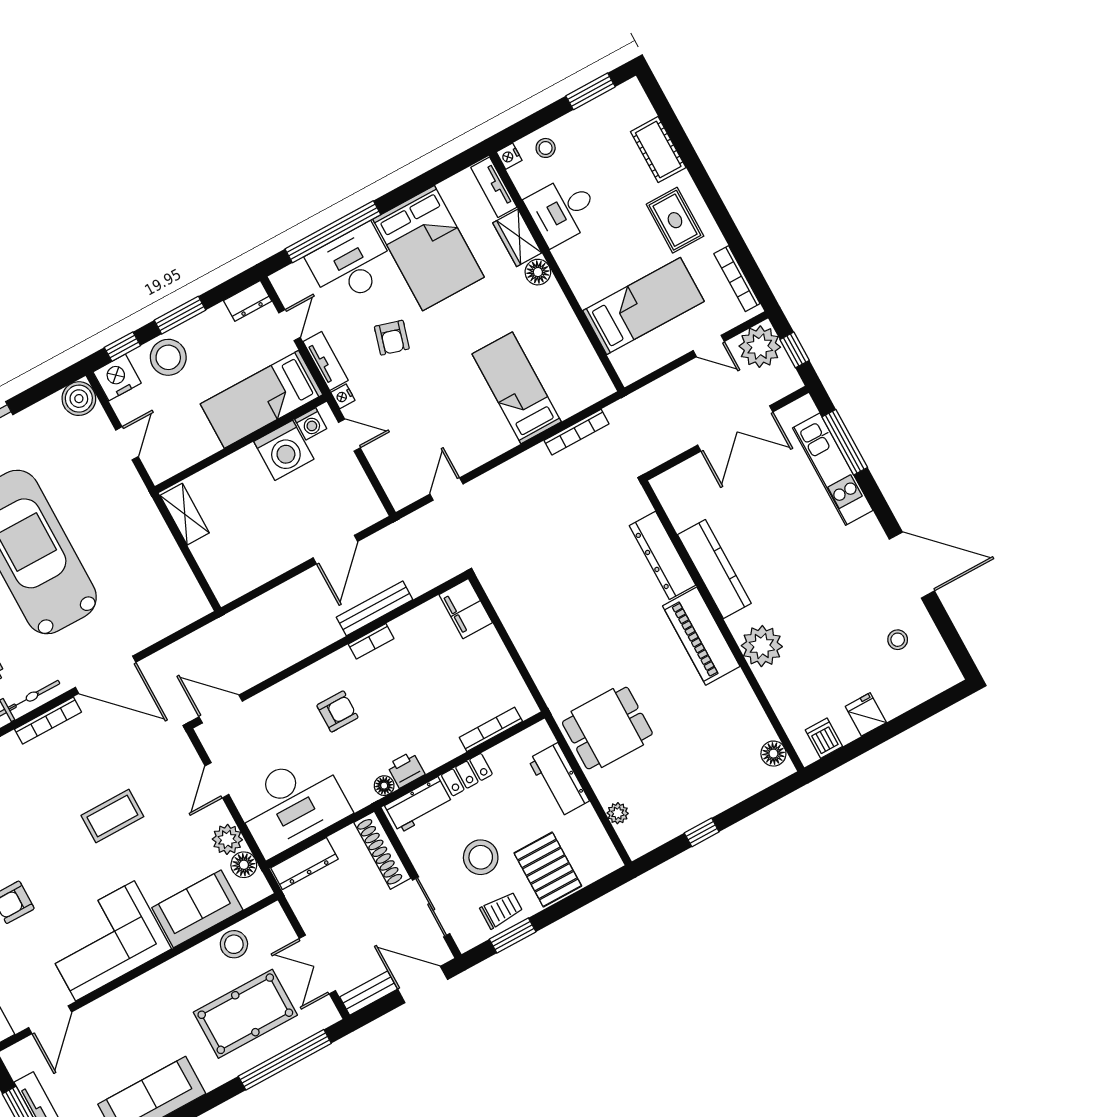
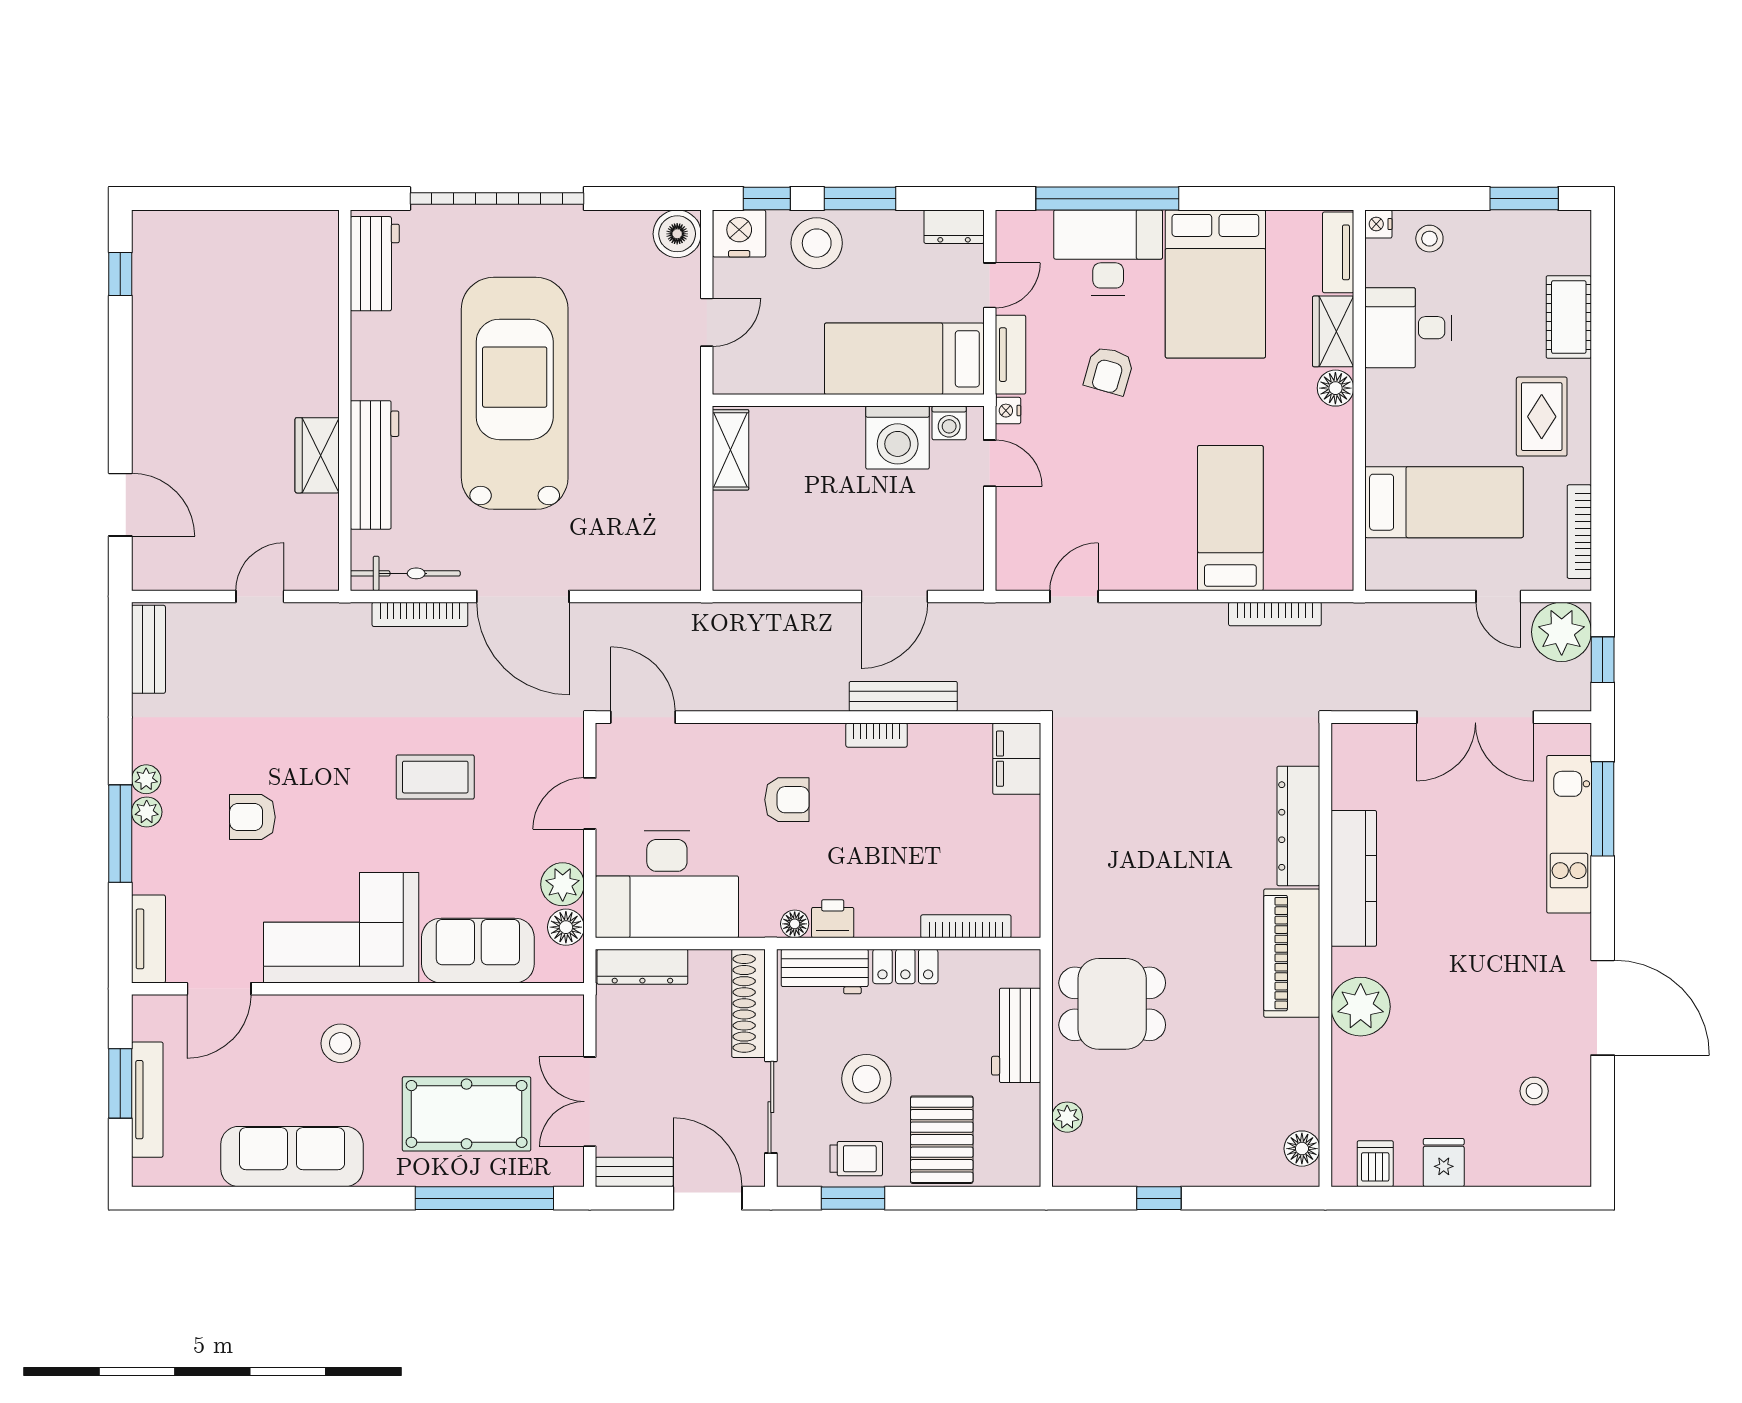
stool: (234, 944) -> (340, 1043), moved

